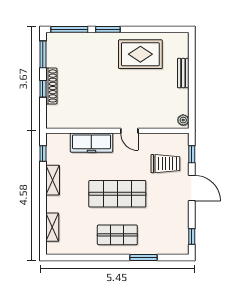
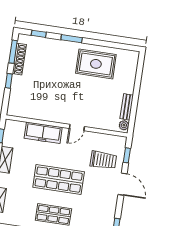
window: (69, 29) -> (39, 34), width x0.46
bench: (183, 73) -> (127, 107), moved
shoe rack: (51, 86) -> (19, 59), moved
door: (129, 131) -> (77, 127), hinge flipped

